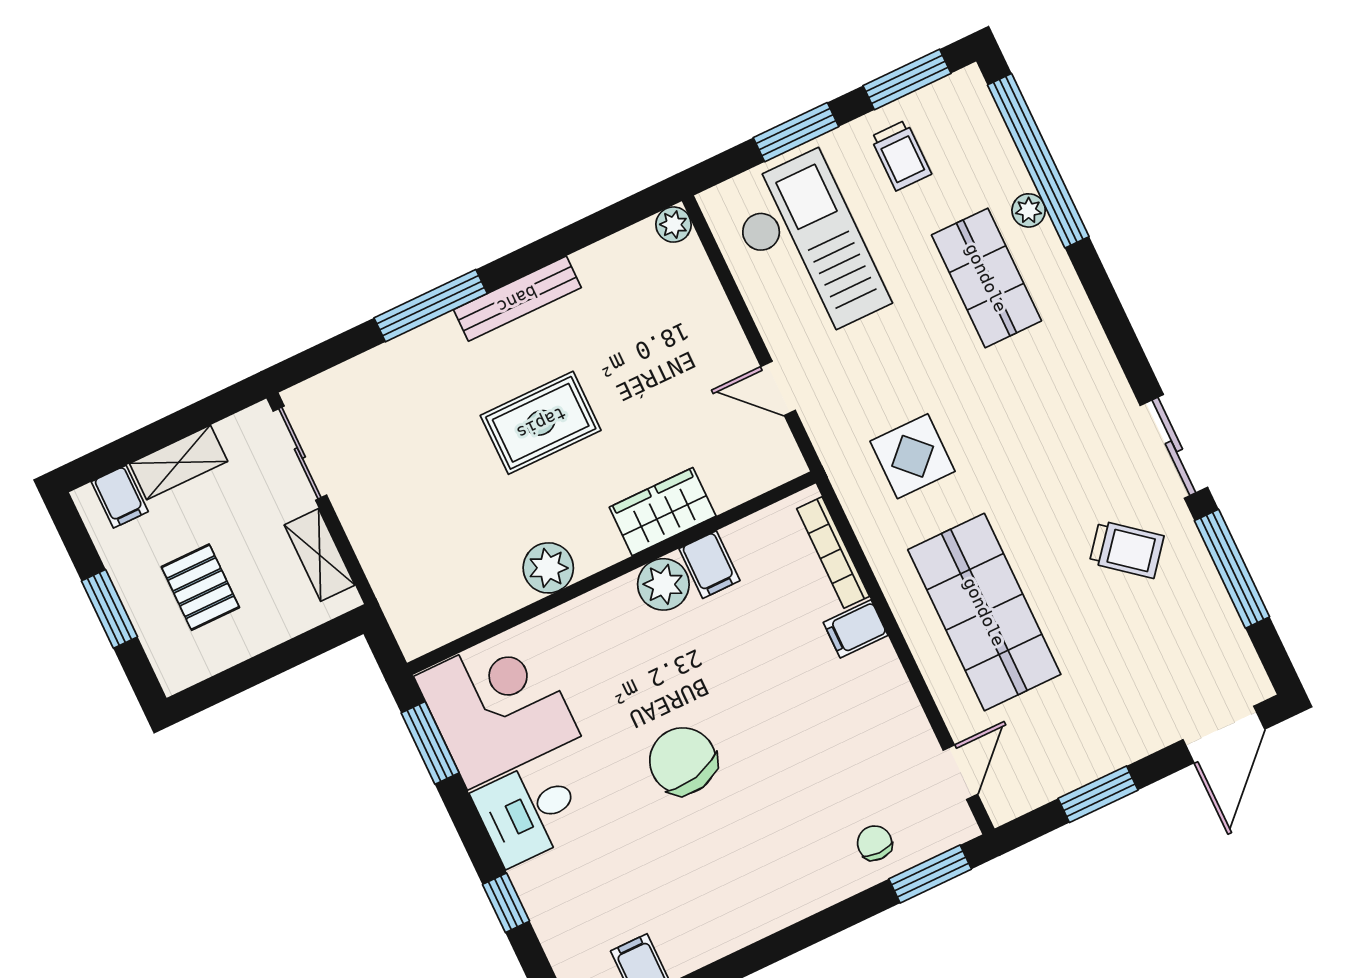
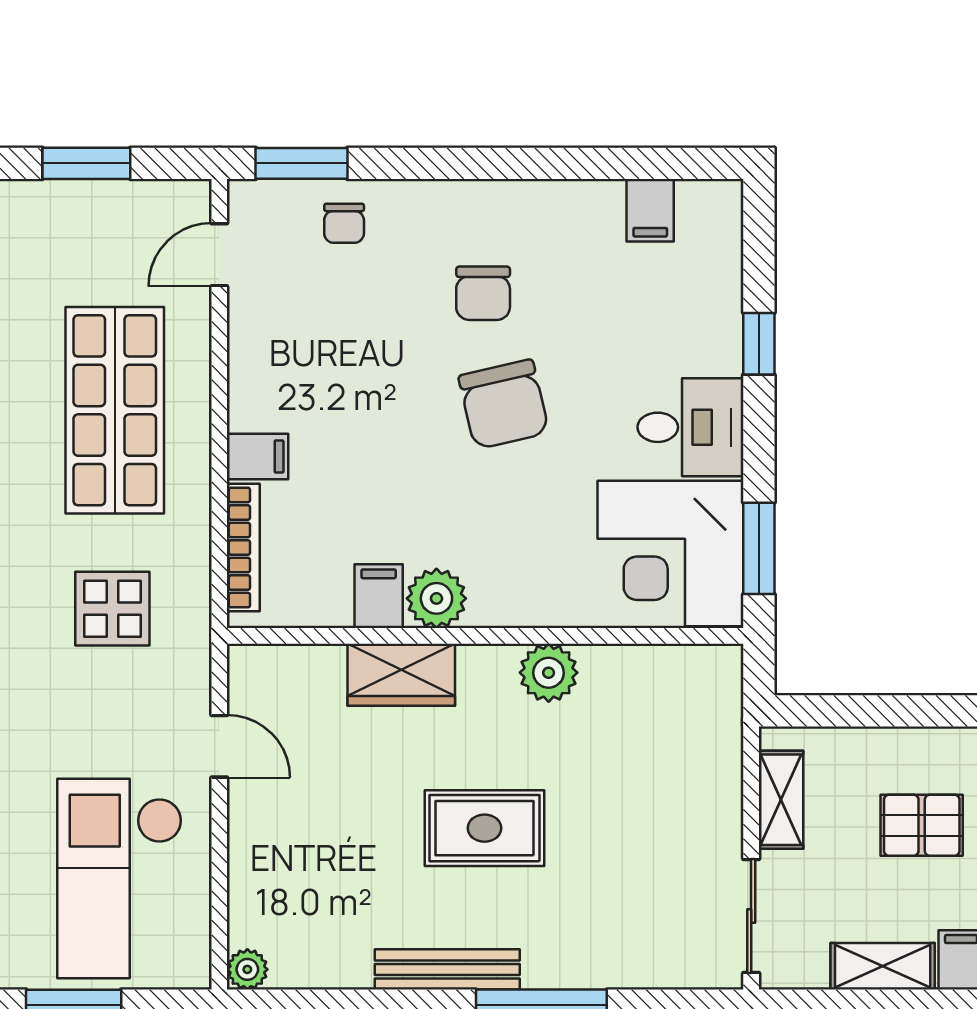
pallet: (200, 587) -> (922, 825), turned 90
chair: (740, 840) -> (483, 293), added

